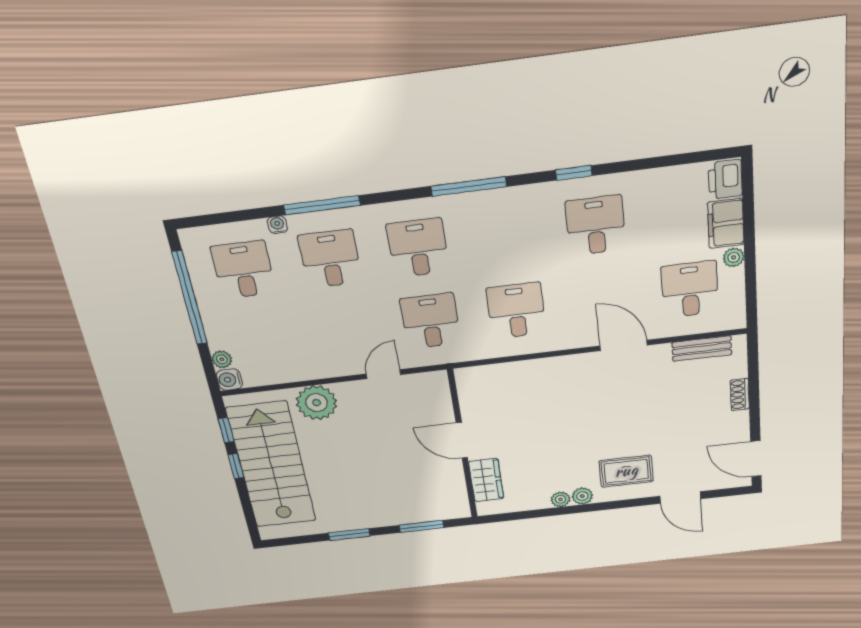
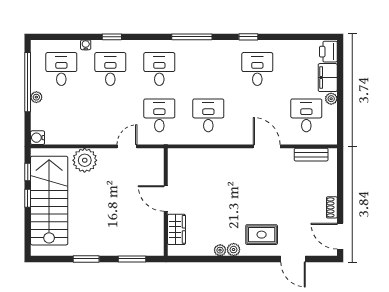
window: (322, 205) -> (112, 37), width x0.46
plant: (222, 359) -> (36, 97), moved
shoe rack: (740, 394) -> (332, 207), moved

